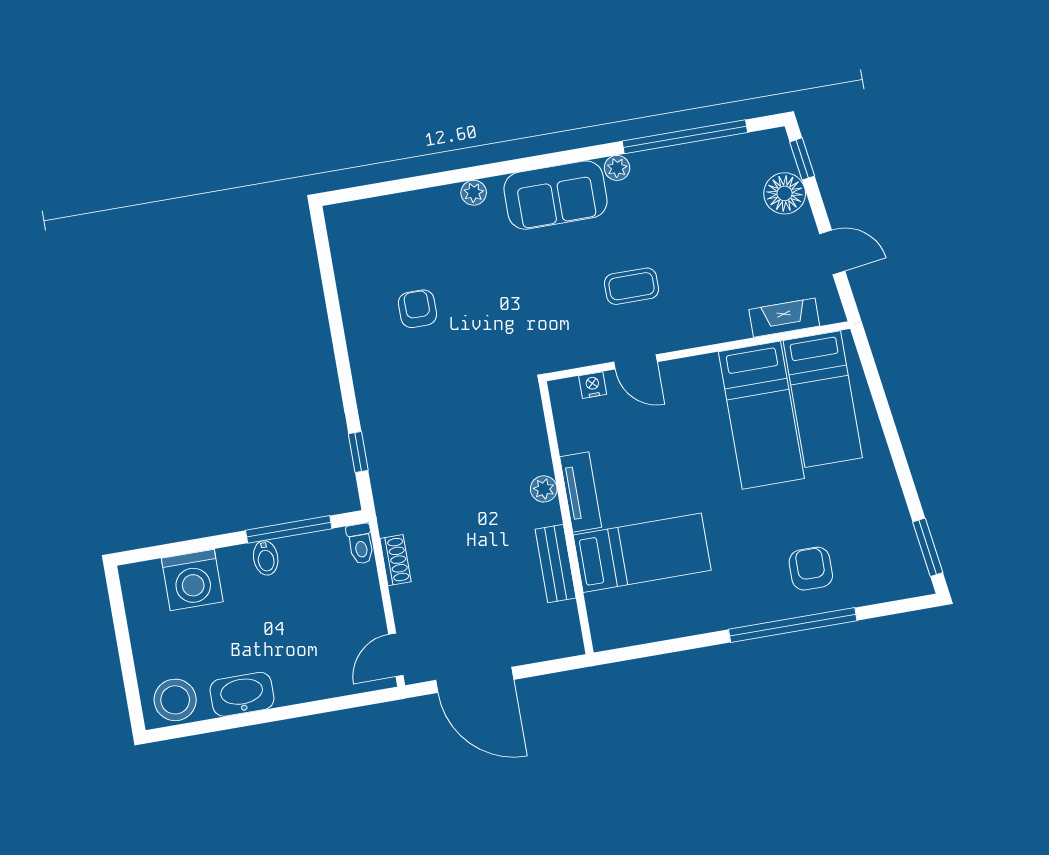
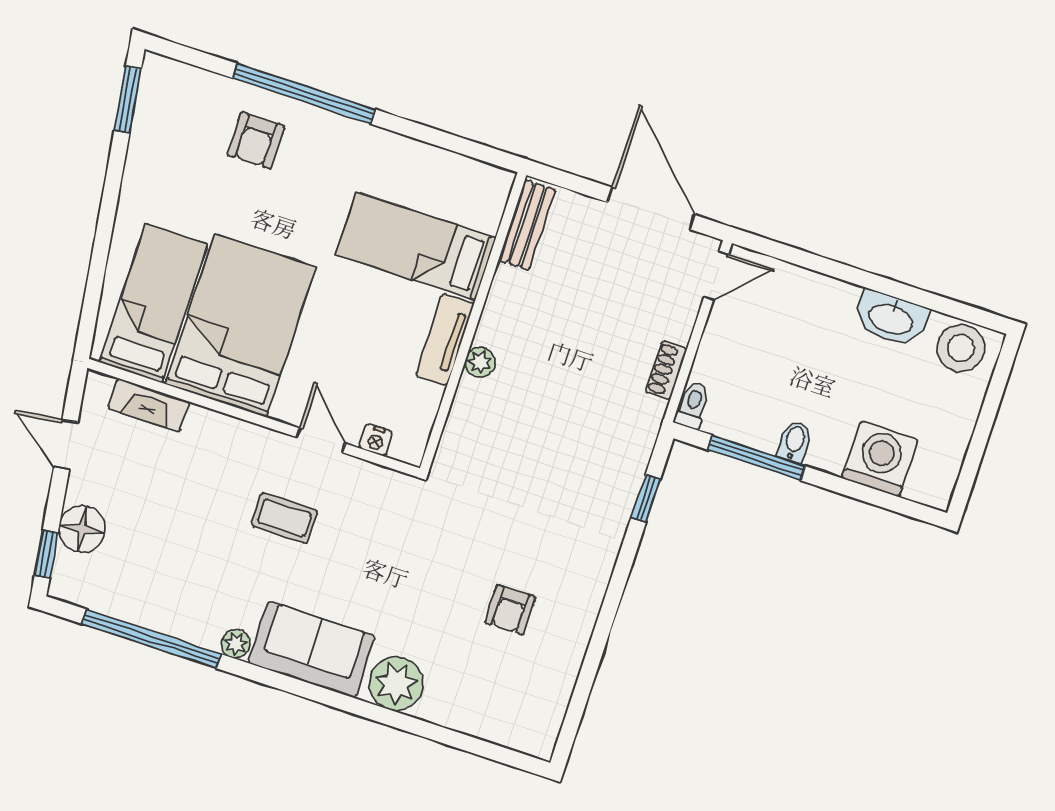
plant: (474, 193) -> (396, 684), width x1.87, depth x1.87
bed: (761, 415) -> (240, 326), width x1.50
bench: (556, 564) -> (527, 225), moved

